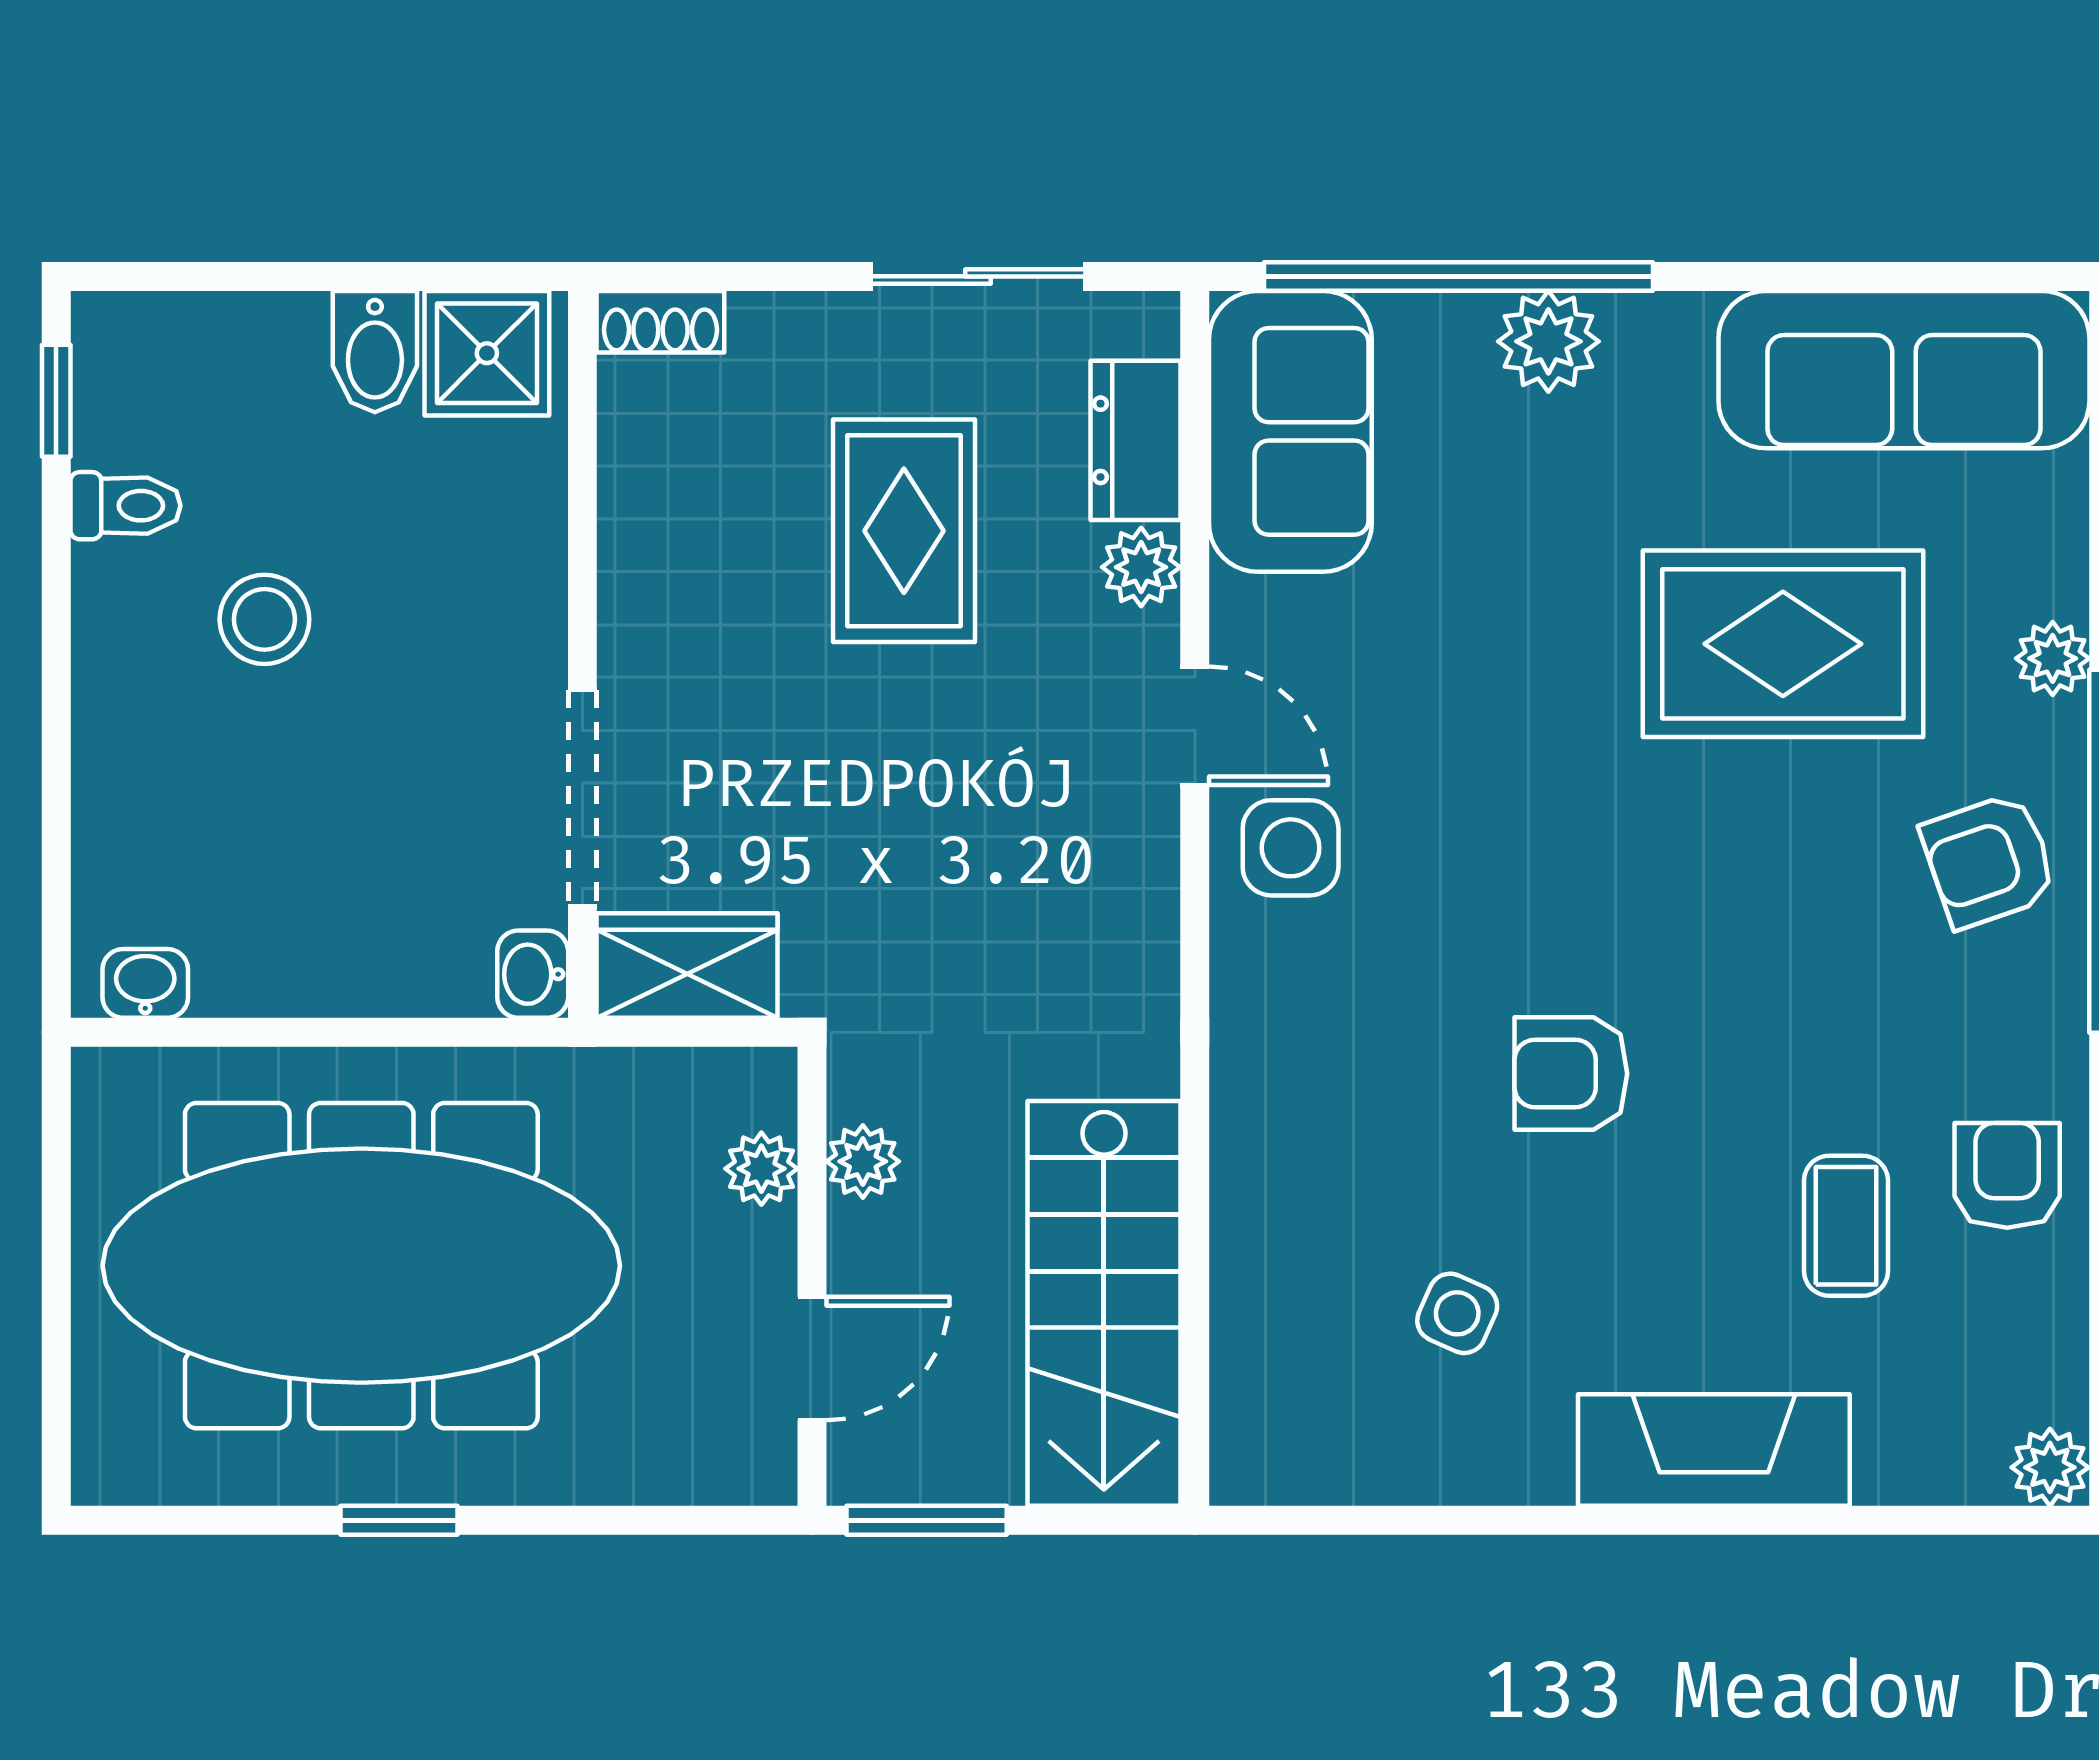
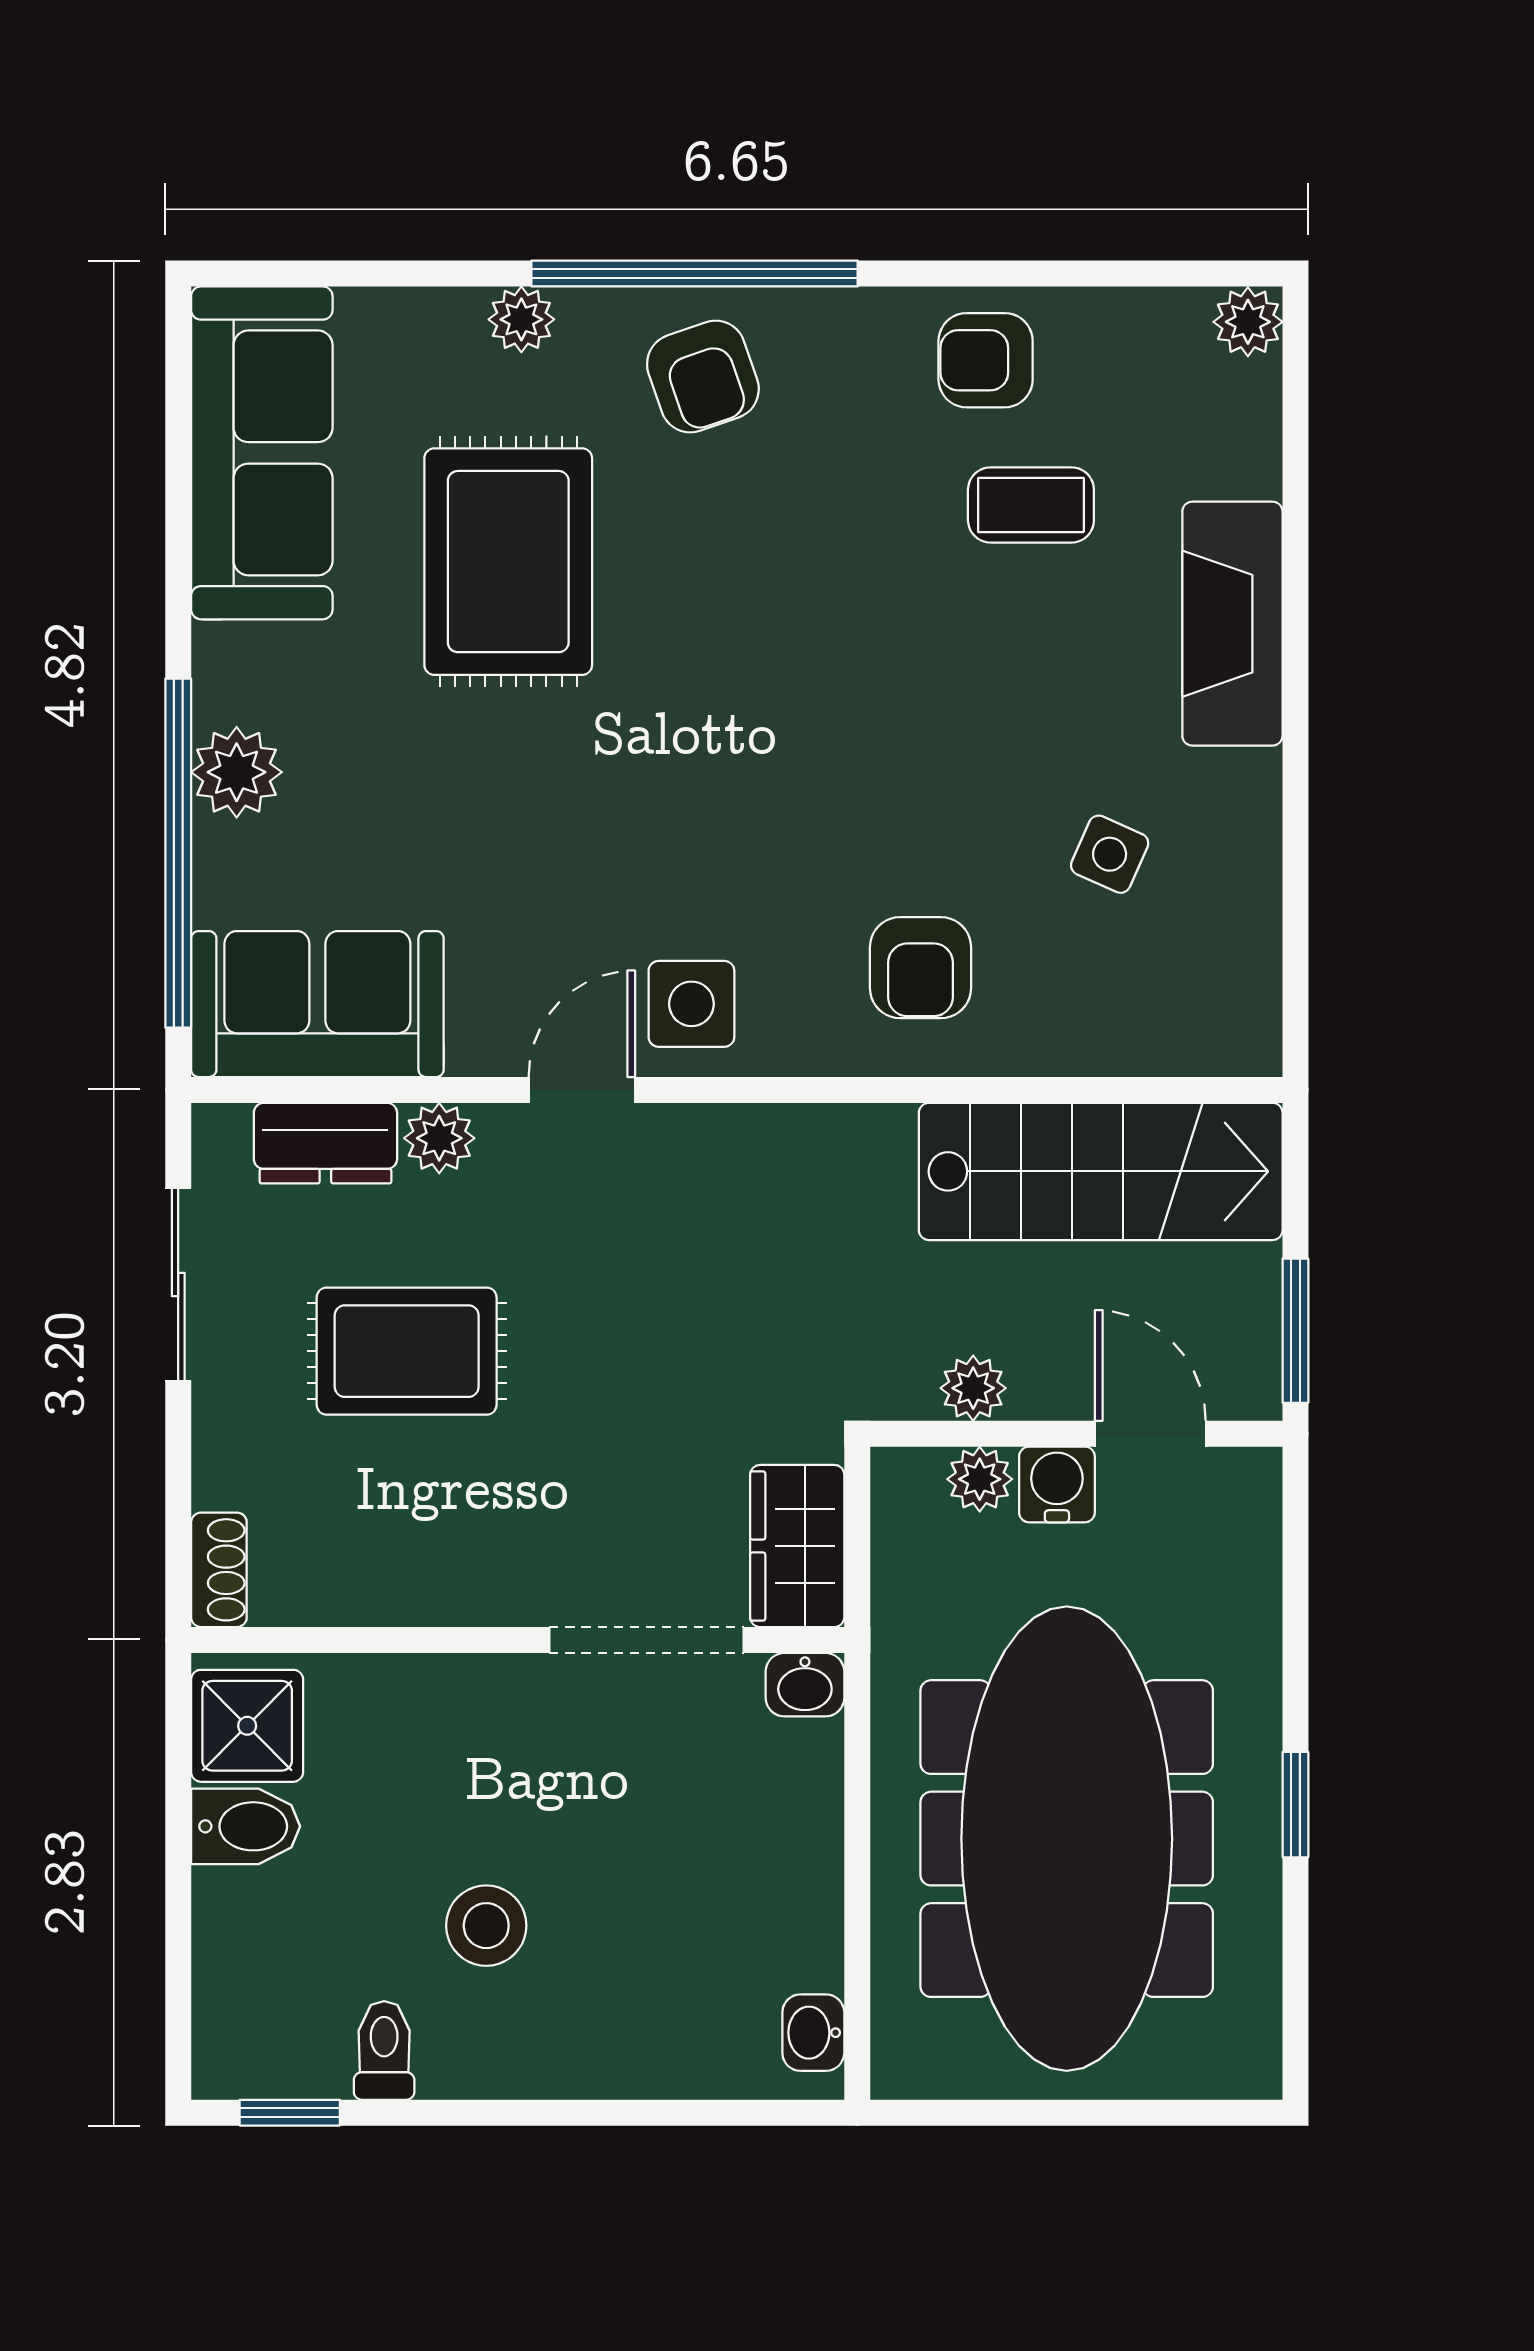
armchair: (1571, 1074) -> (920, 968), moved
water cooler: (756, 1255) -> (1057, 1484), added

